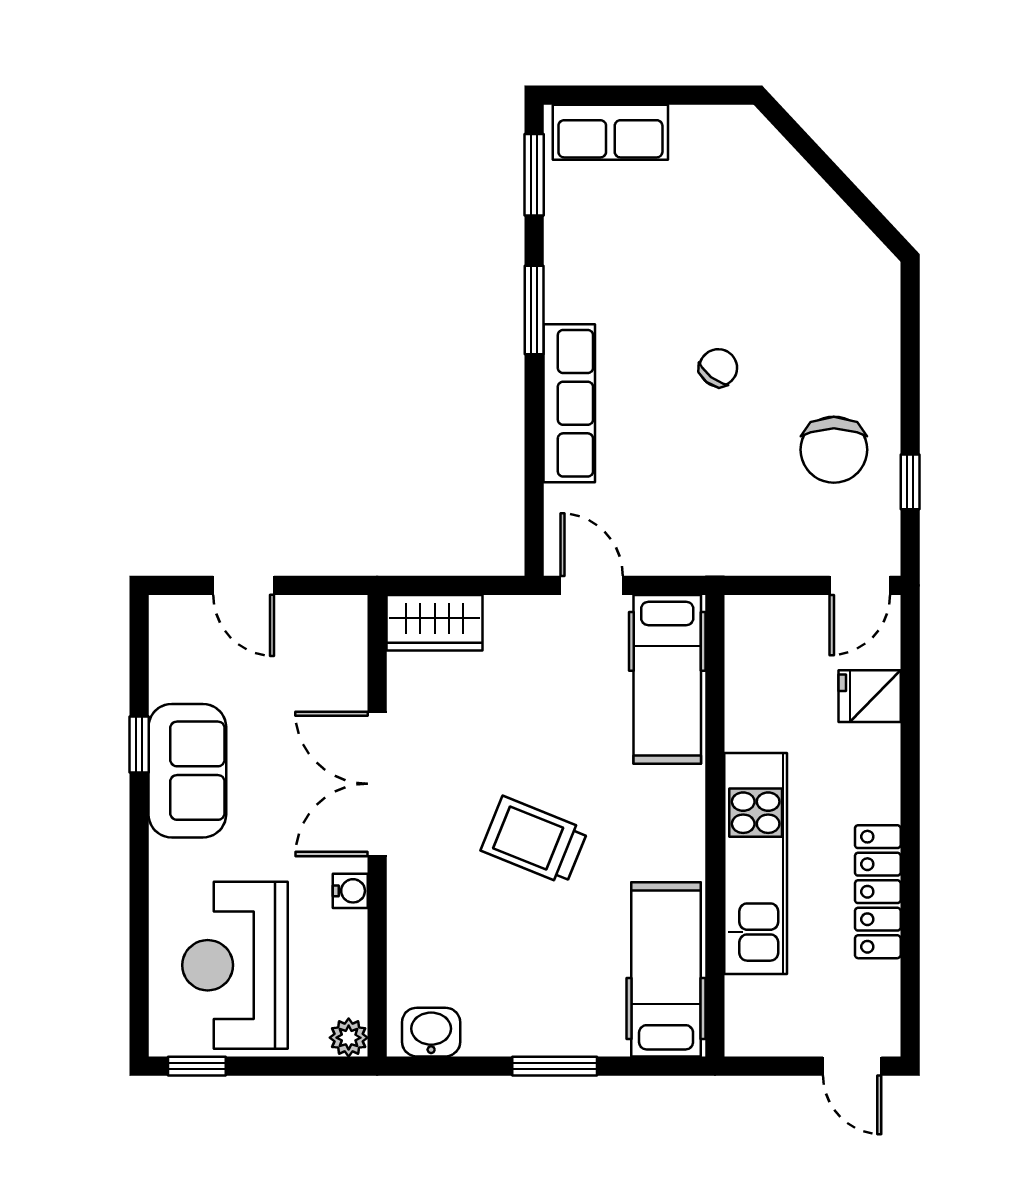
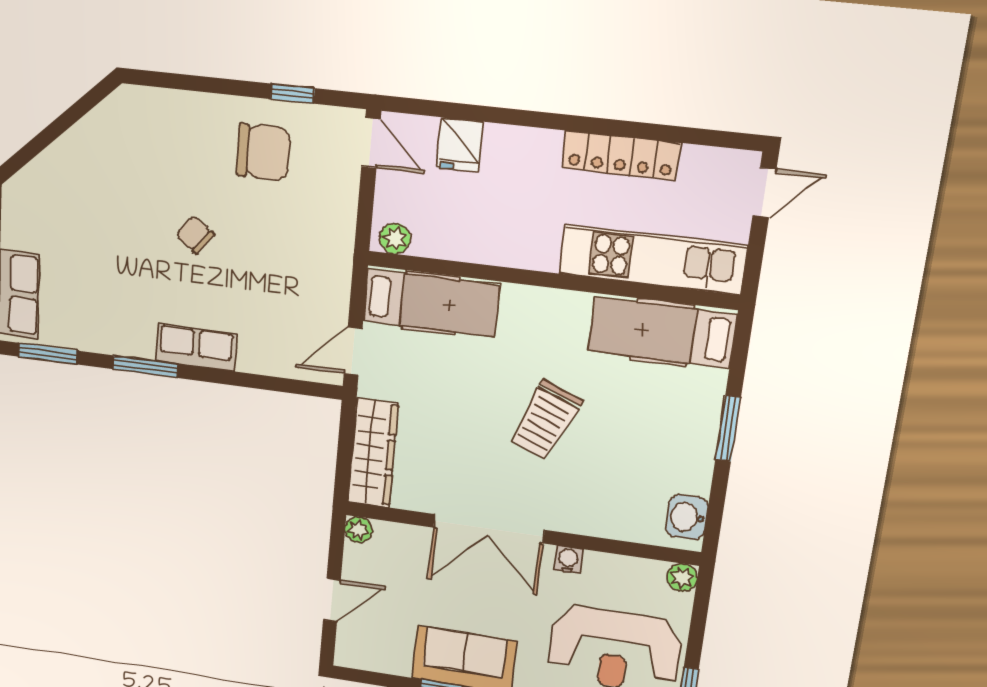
row of seats: (569, 403) -> (196, 347), width x0.68
plant: (349, 613) -> (358, 530), added
wardrobe: (435, 623) -> (373, 453), width x1.50
plant: (744, 626) -> (395, 238), added
kitchen unit: (756, 864) -> (653, 260), moved

